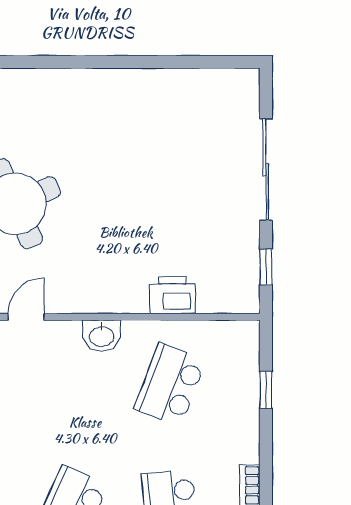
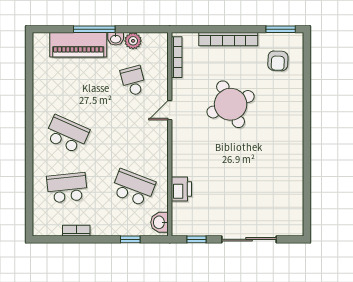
door: (26, 317) -> (170, 110), swing flipped
washbasin: (102, 336) -> (159, 222), moved

